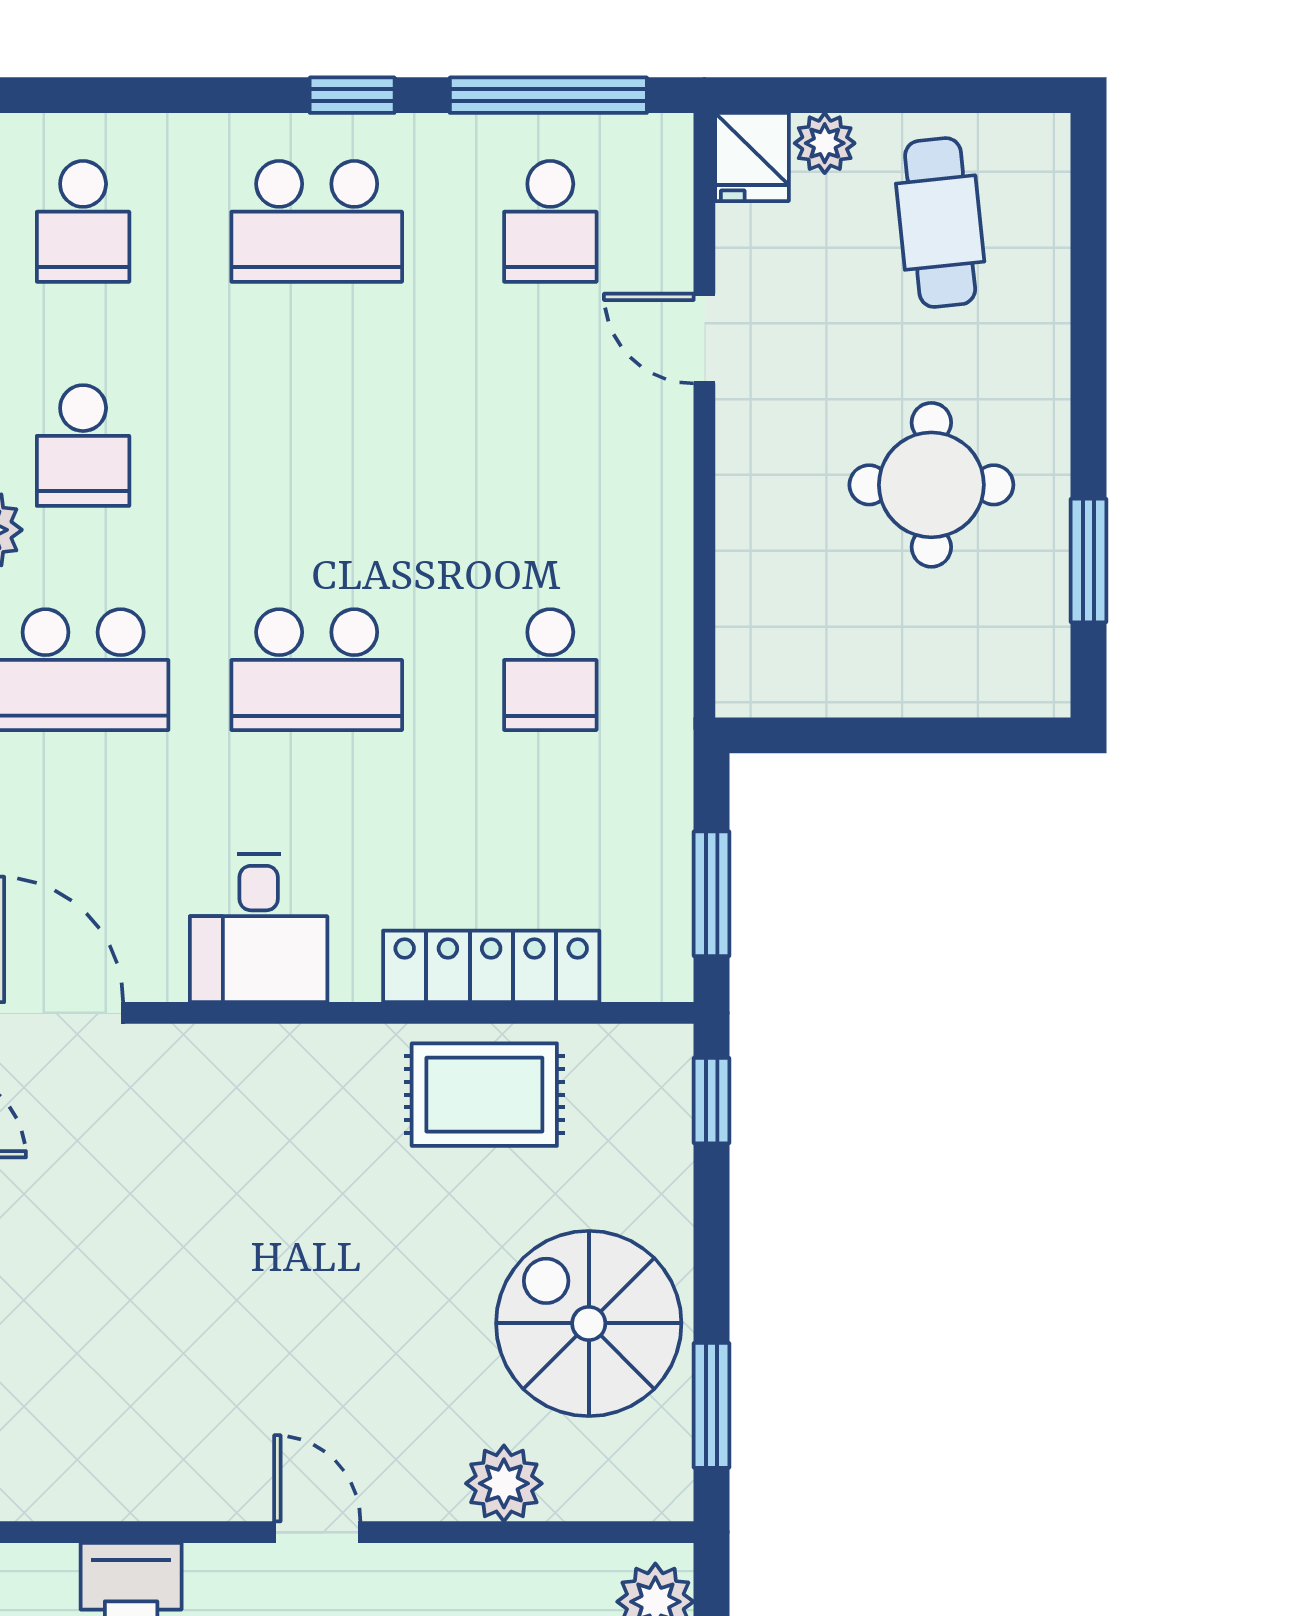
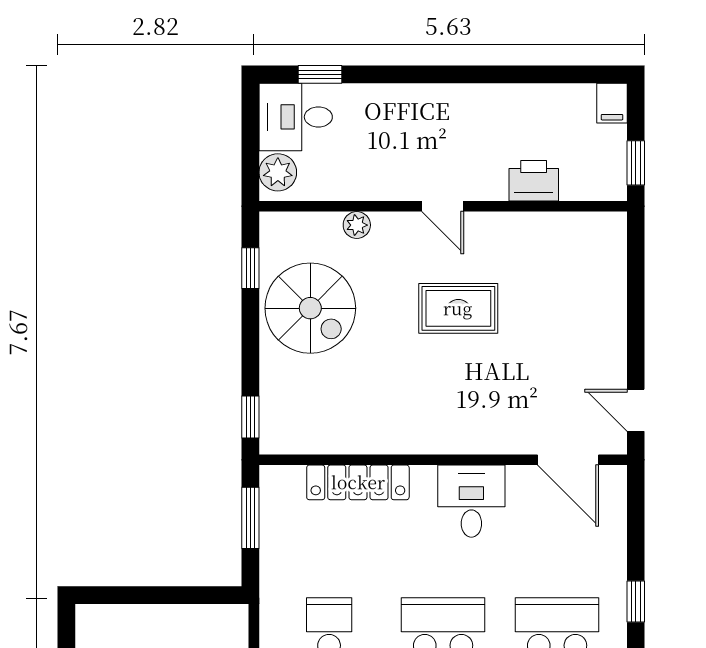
rug: (484, 1095) -> (458, 308), moved
window: (711, 1405) -> (250, 268), width x0.67
plant: (504, 1483) -> (357, 225), width x0.73, depth x0.73

